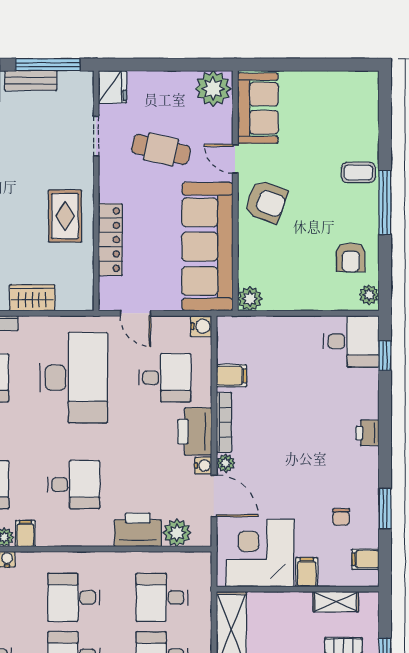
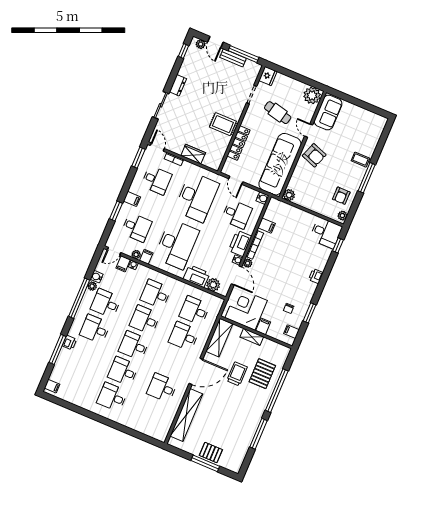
rug: (65, 216) -> (223, 124), turned 90
desk: (74, 485) -> (177, 244), width x1.87, depth x1.30
shelving: (336, 602) -> (252, 337), moved

